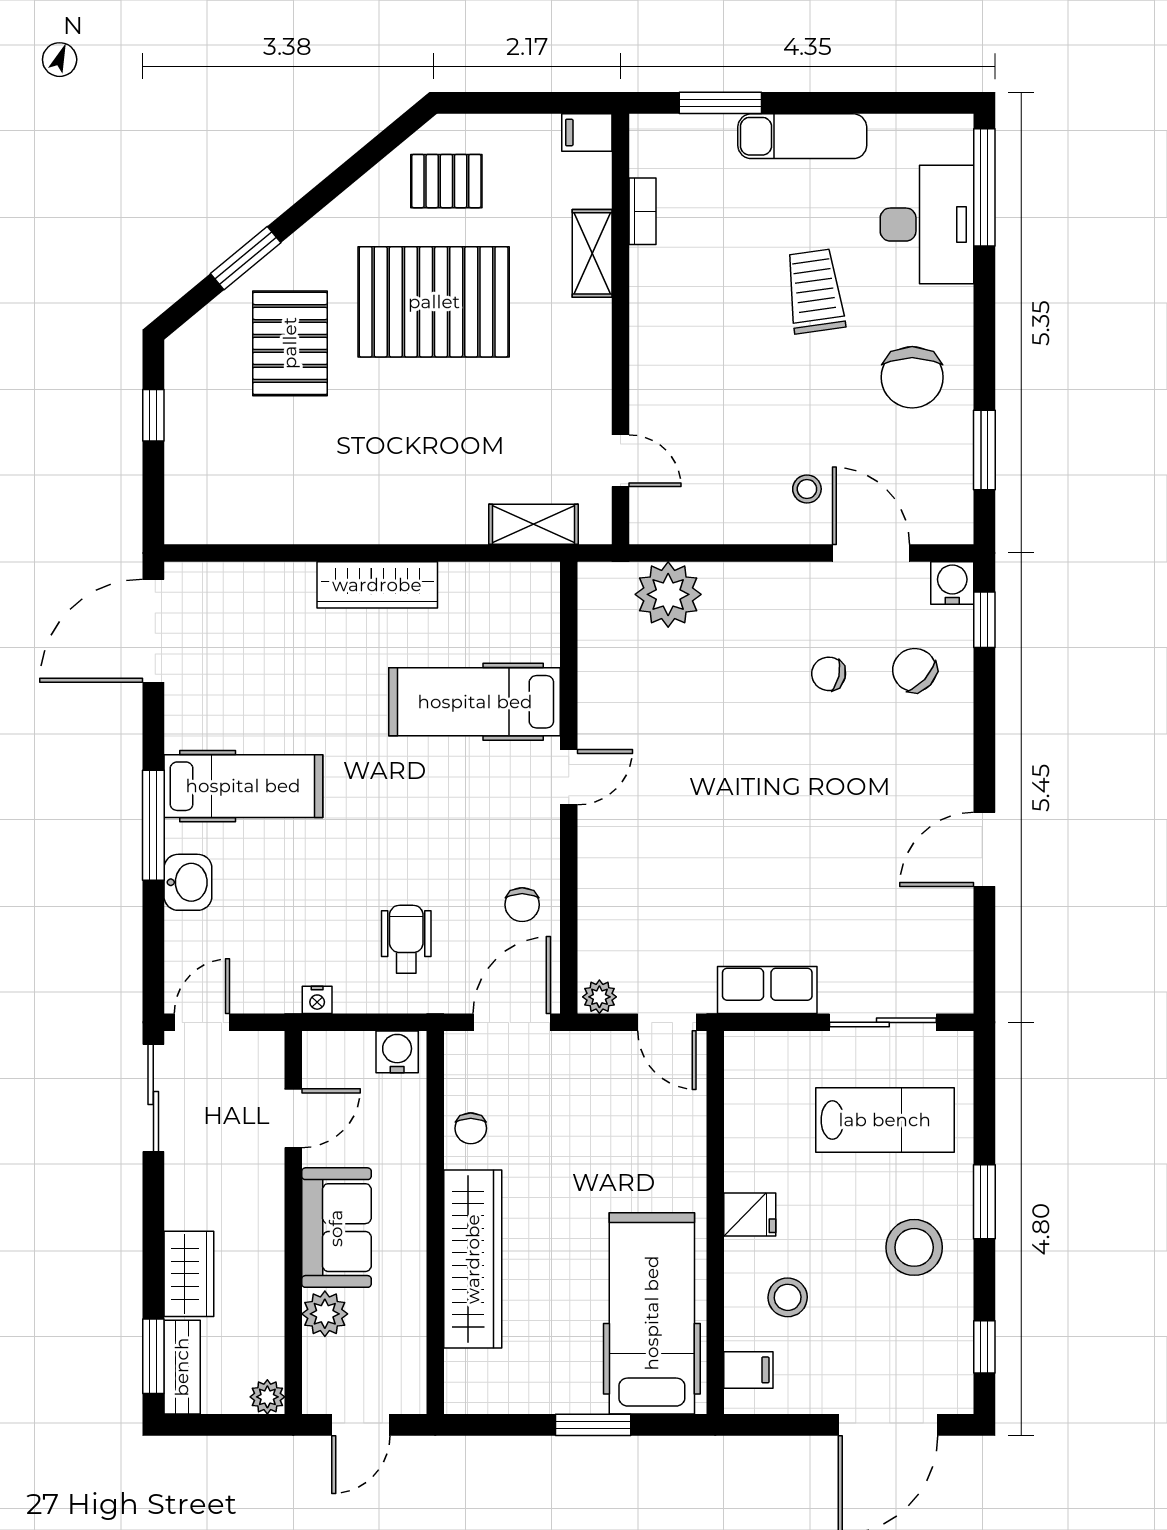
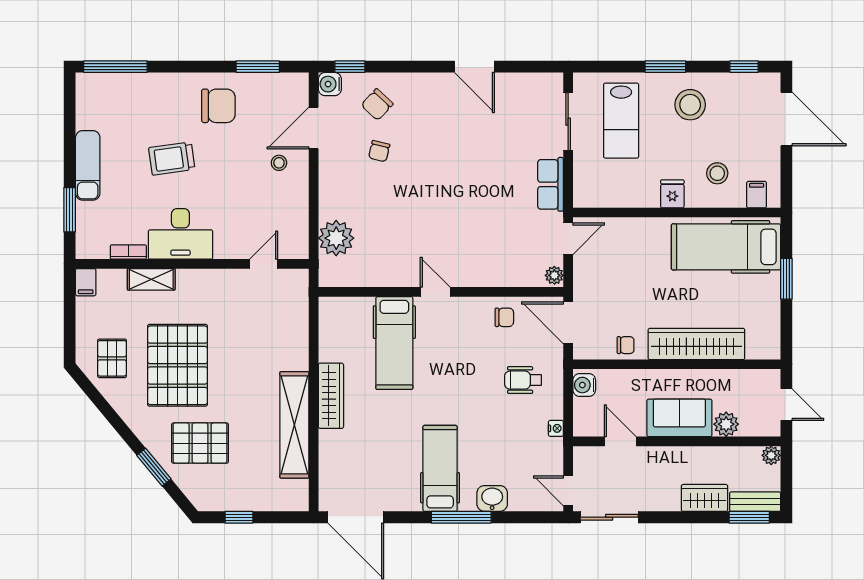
desk: (927, 225) -> (180, 234), moved, turned 180
shelving: (534, 524) -> (294, 425), moved, width x2.20, depth x1.33
lab bench: (885, 1120) -> (621, 121), turned 180

